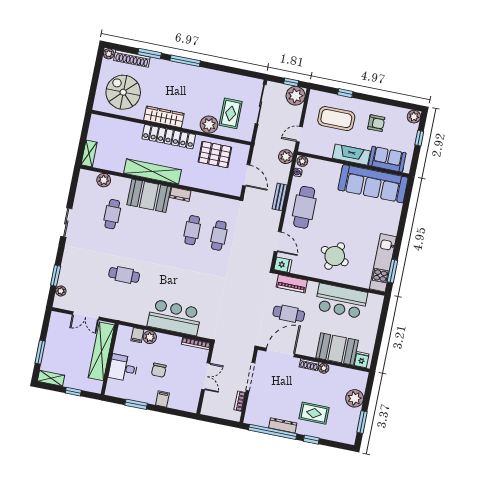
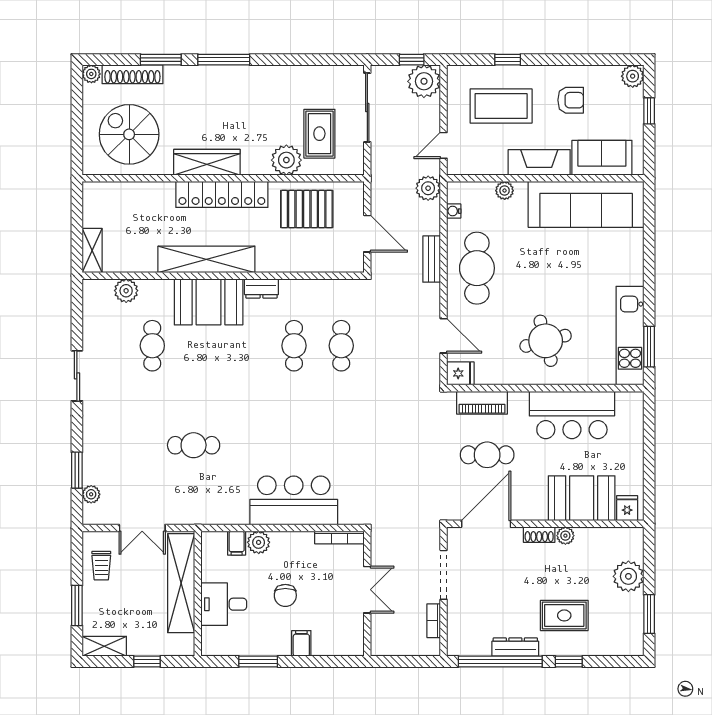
plant: (302, 161) -> (505, 191), moved
round table: (335, 256) -> (546, 341), turned -36
trolley: (58, 332) -> (101, 566), added

